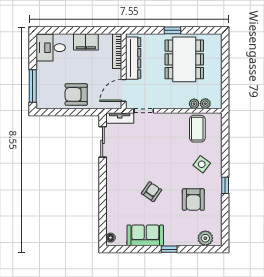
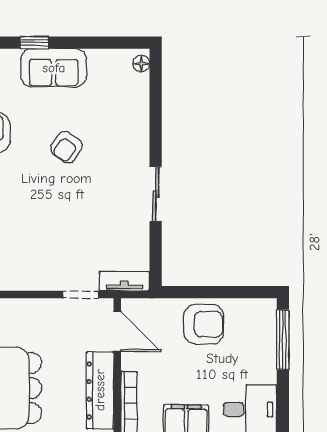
door: (124, 90) -> (117, 332), hinge flipped
sliding door: (103, 142) -> (156, 194), moved
sofa: (145, 235) -> (54, 68), moved

